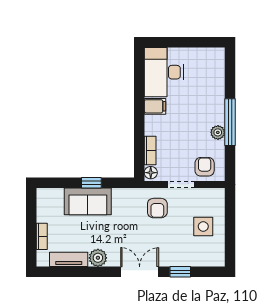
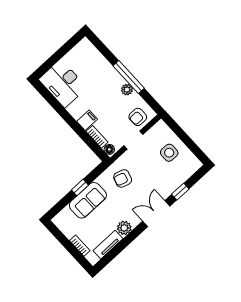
filing cabinet: (155, 106) -> (87, 120), moved
armchair: (205, 167) -> (138, 117), turned -90
armchair: (157, 208) -> (123, 178), moved, turned 108

